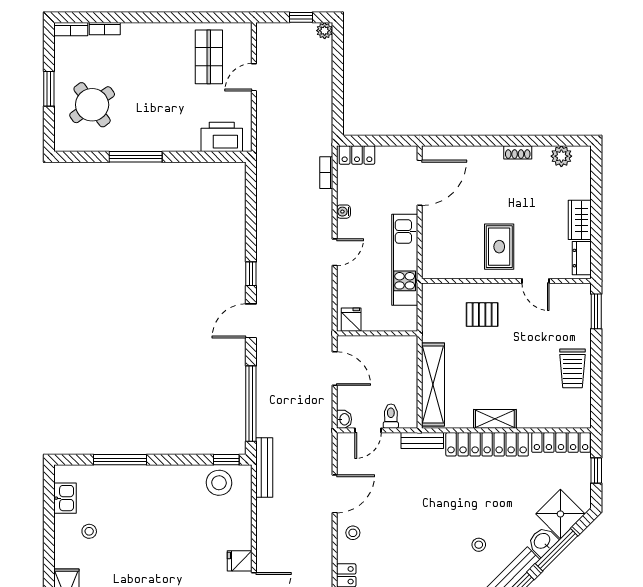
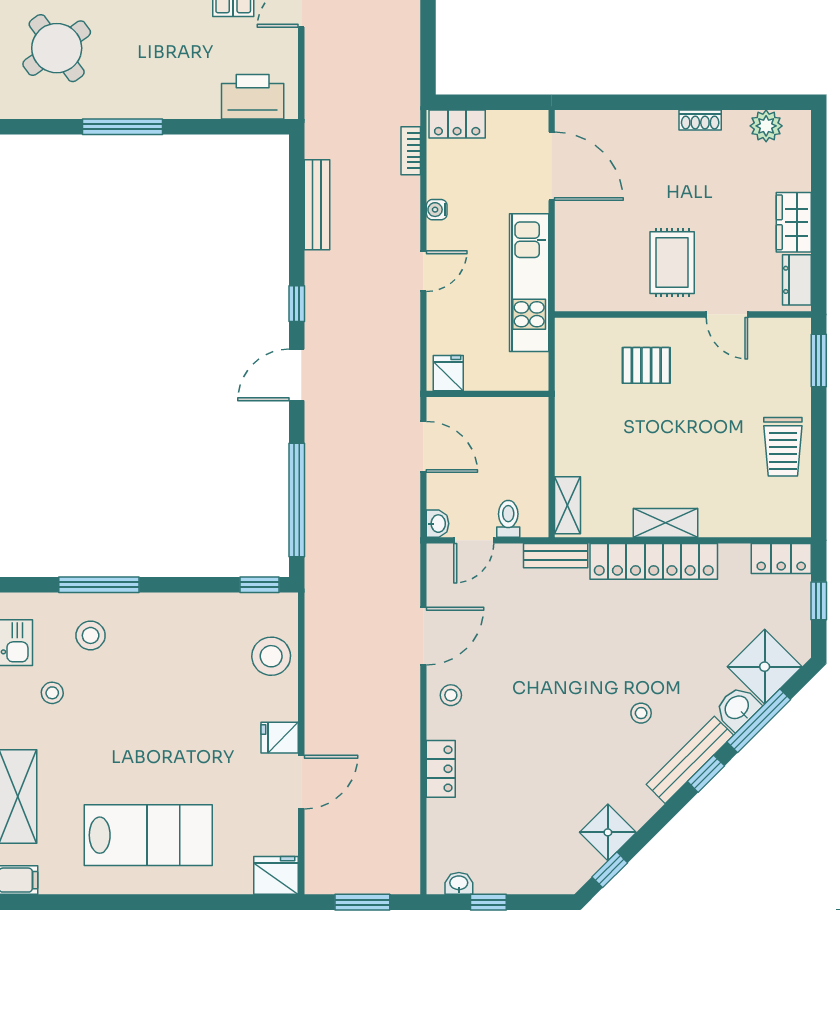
door: (420, 183) -> (552, 166), hinge flipped
shelving: (433, 385) -> (568, 505), width x0.45, depth x0.75
locker: (561, 442) -> (781, 559), width x0.66
bench: (264, 467) -> (317, 205), moved
stool: (219, 483) -> (271, 656), moved
stool: (114, 493) -> (91, 635), added

